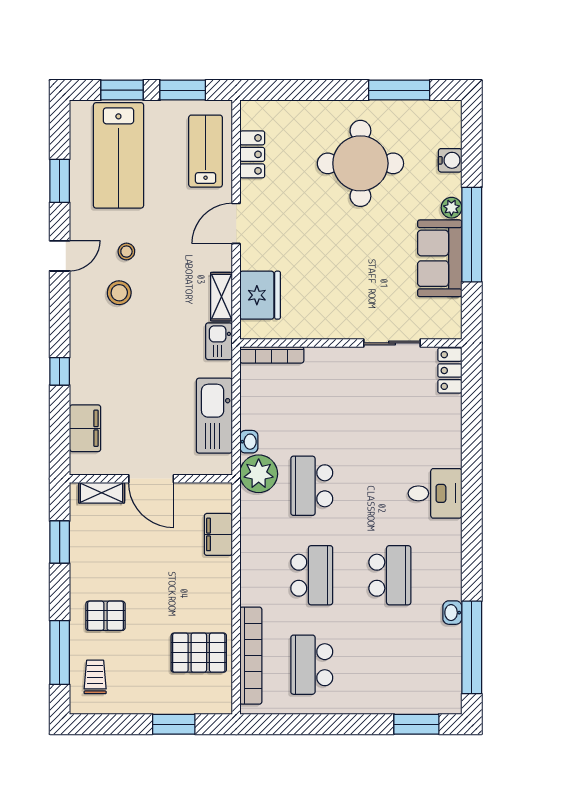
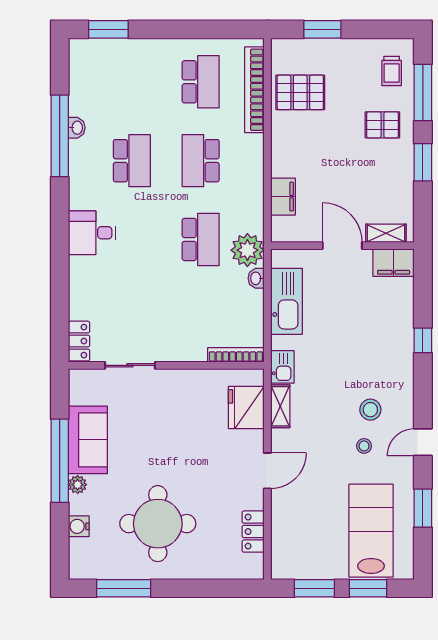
lab bench: (206, 151) -> (294, 534), removed
filing cabinet: (85, 428) -> (394, 263), moved, turned -90
window: (60, 542) -> (423, 162), moved
school desk: (390, 575) -> (132, 161), turned 180
window: (472, 647) -> (60, 136), moved

